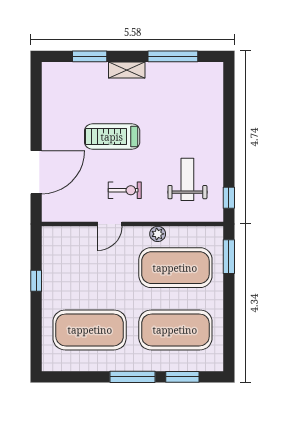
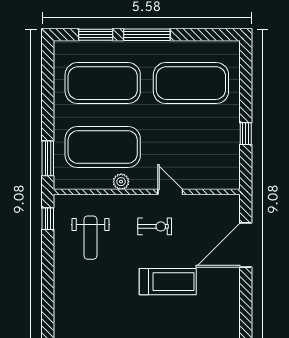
exercise bike: (125, 190) -> (155, 226), turned 180
door: (110, 224) -> (170, 192), hinge flipped

